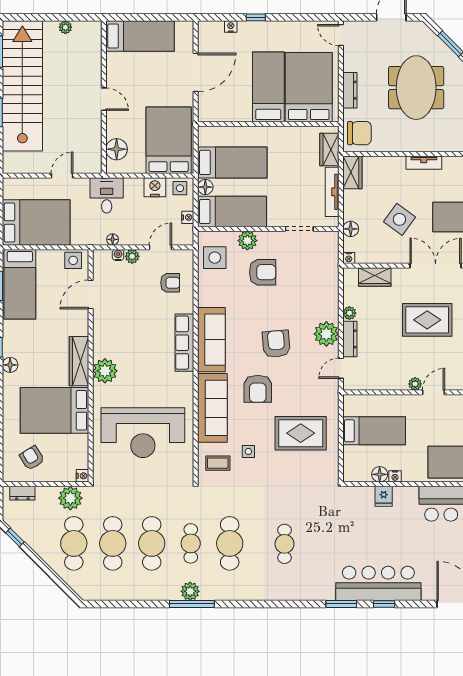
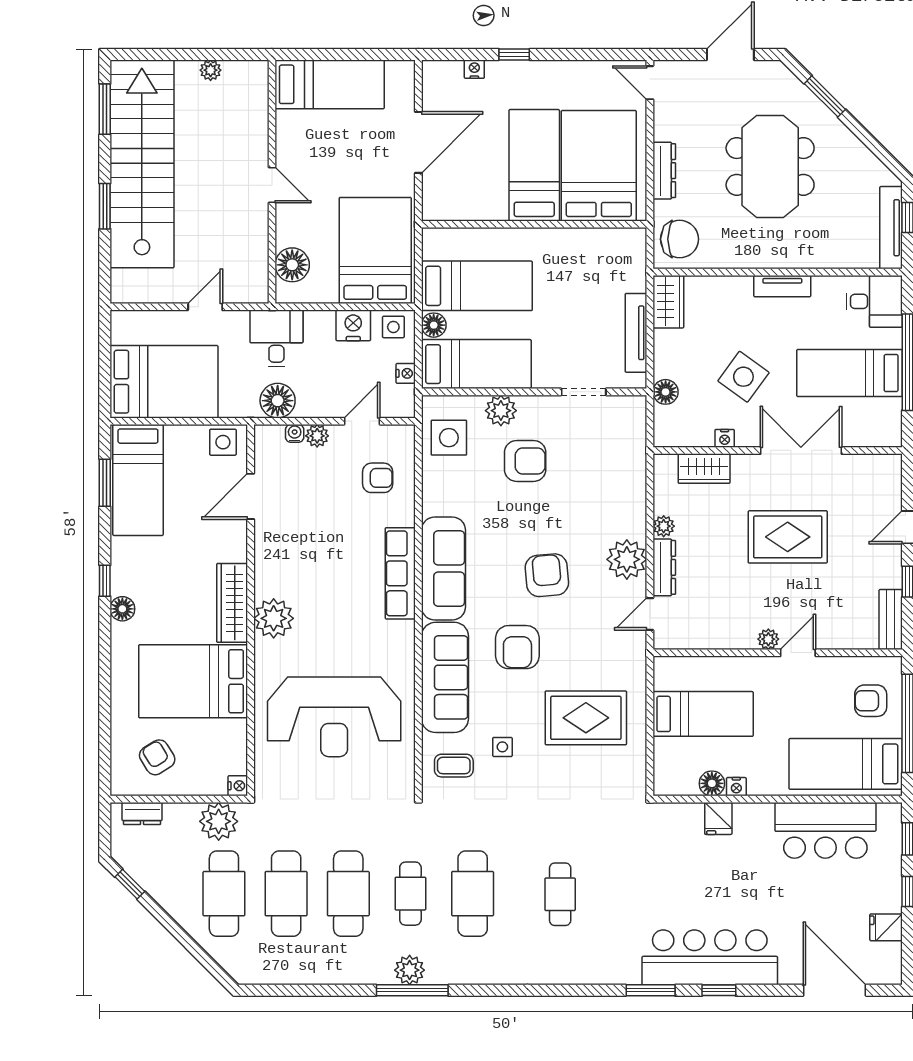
wardrobe: (329, 149) -> (632, 265), removed
floor lamp: (113, 239) -> (278, 401), width x1.89, depth x1.89
nightstand: (349, 258) -> (725, 438), moved

